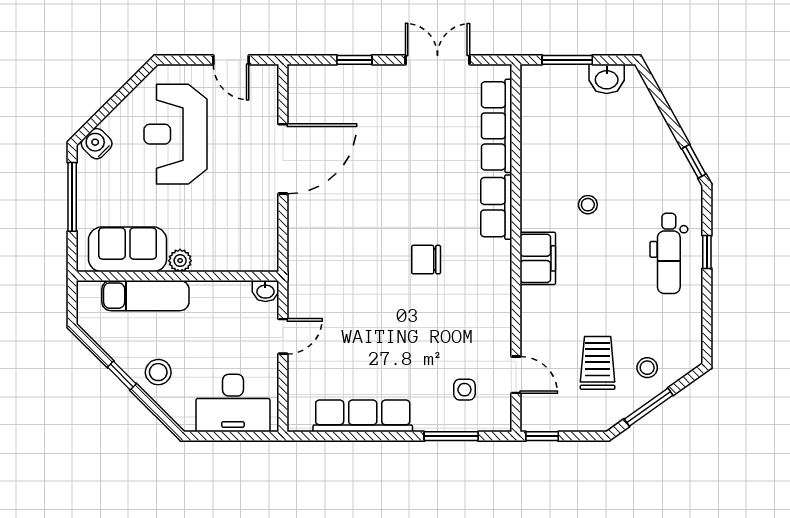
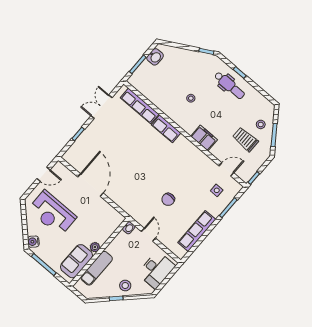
filing cabinet: (538, 258) -> (204, 138), moved
chair: (426, 260) -> (168, 199), moved

